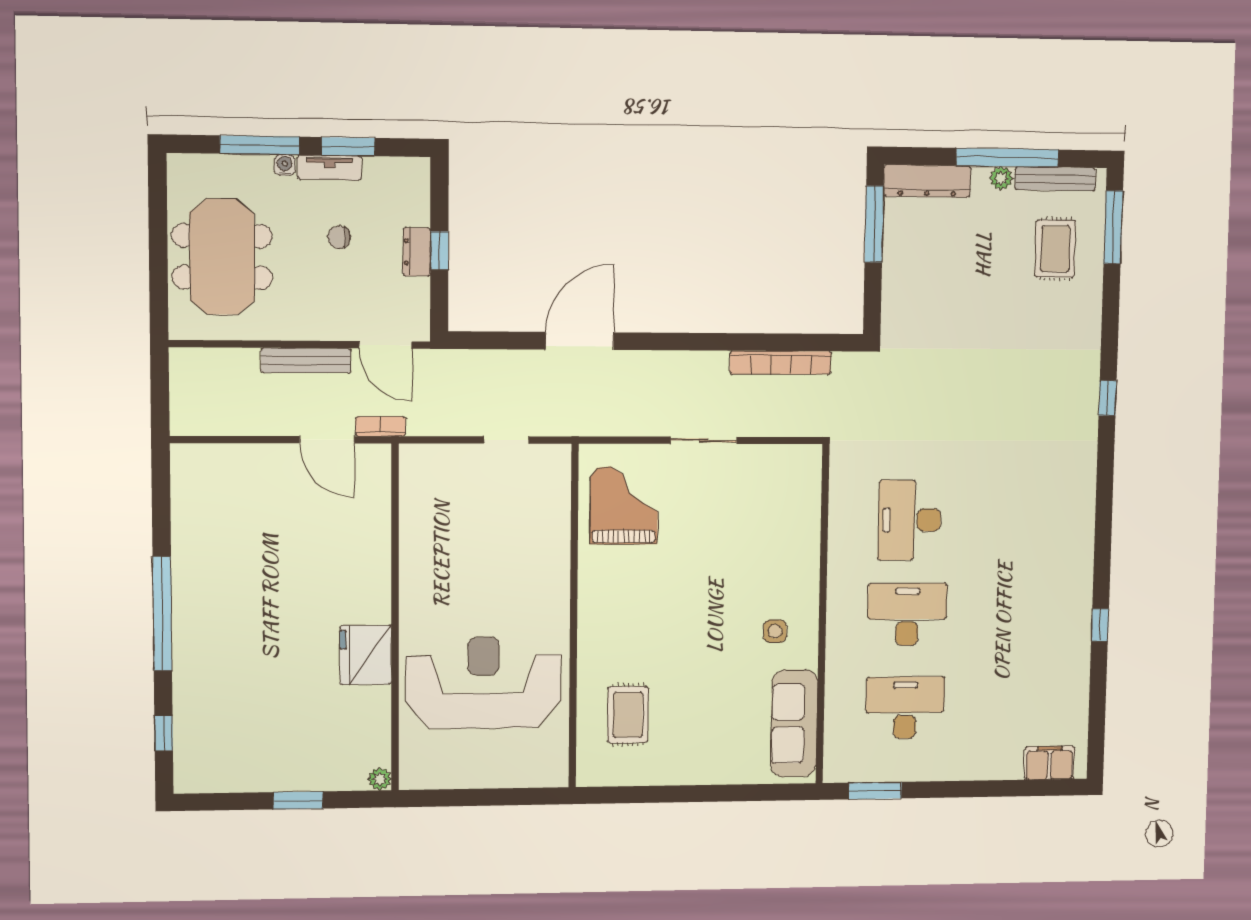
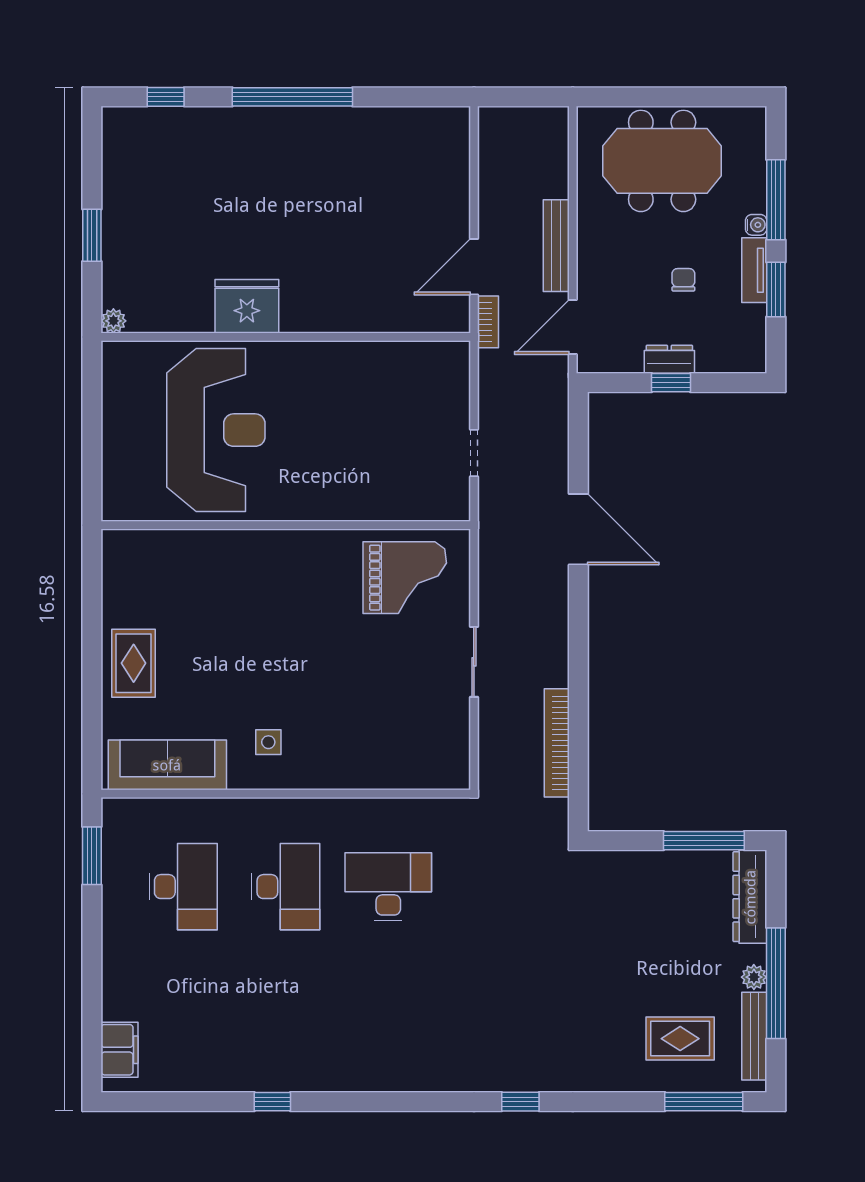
rug: (628, 715) -> (134, 663), moved, turned 90

